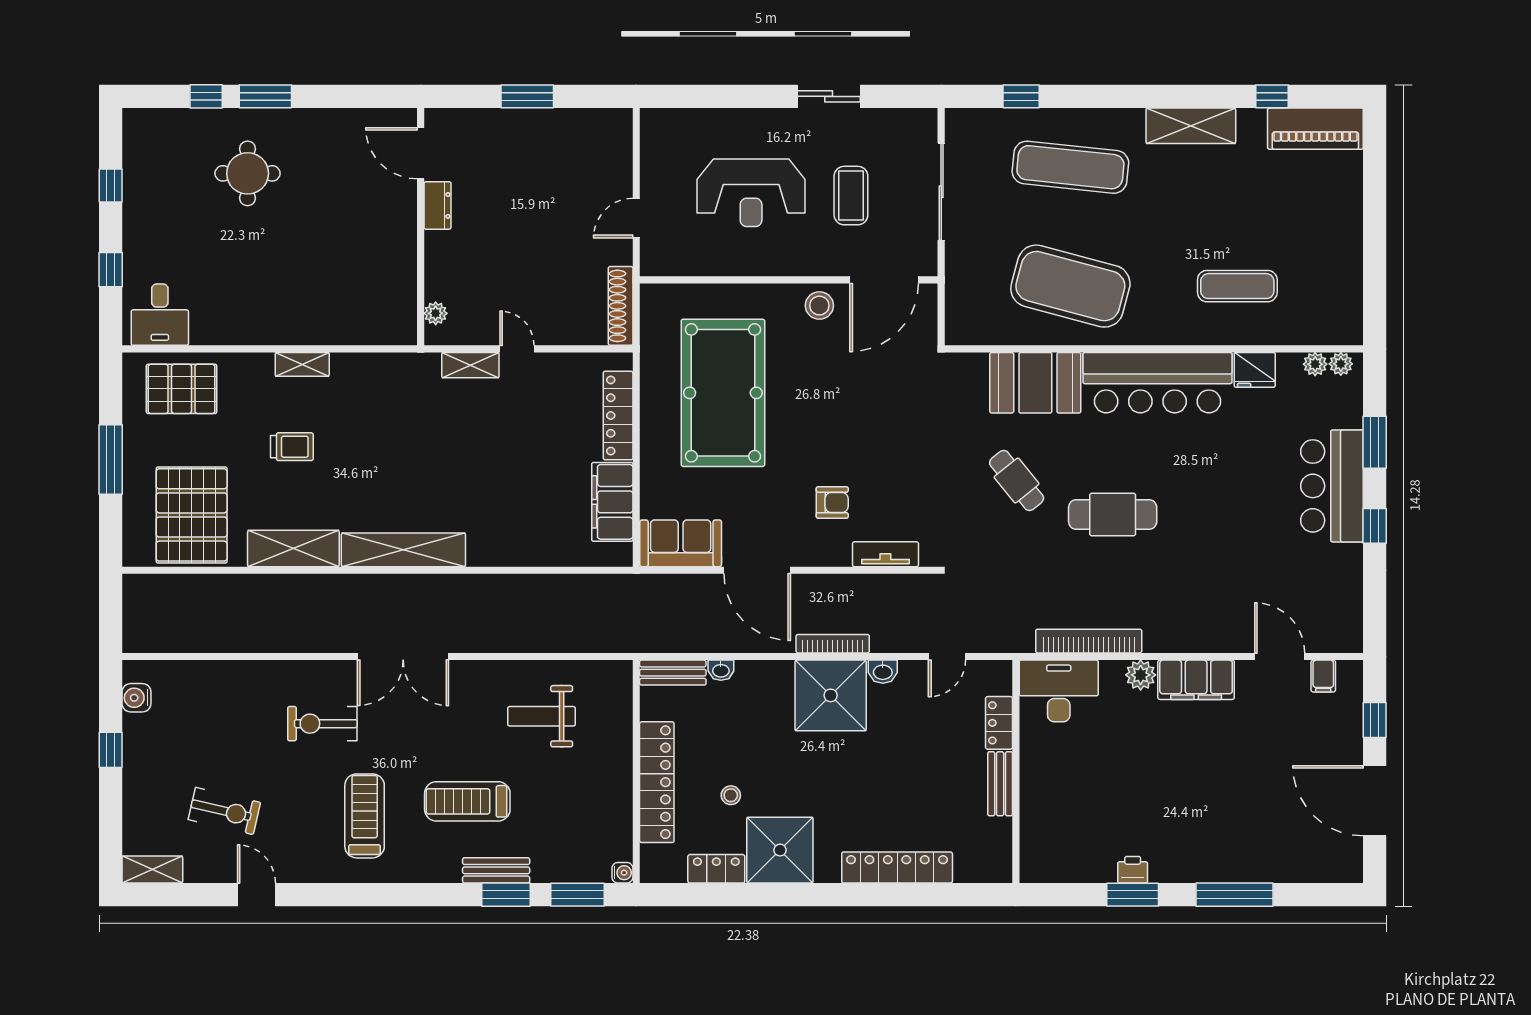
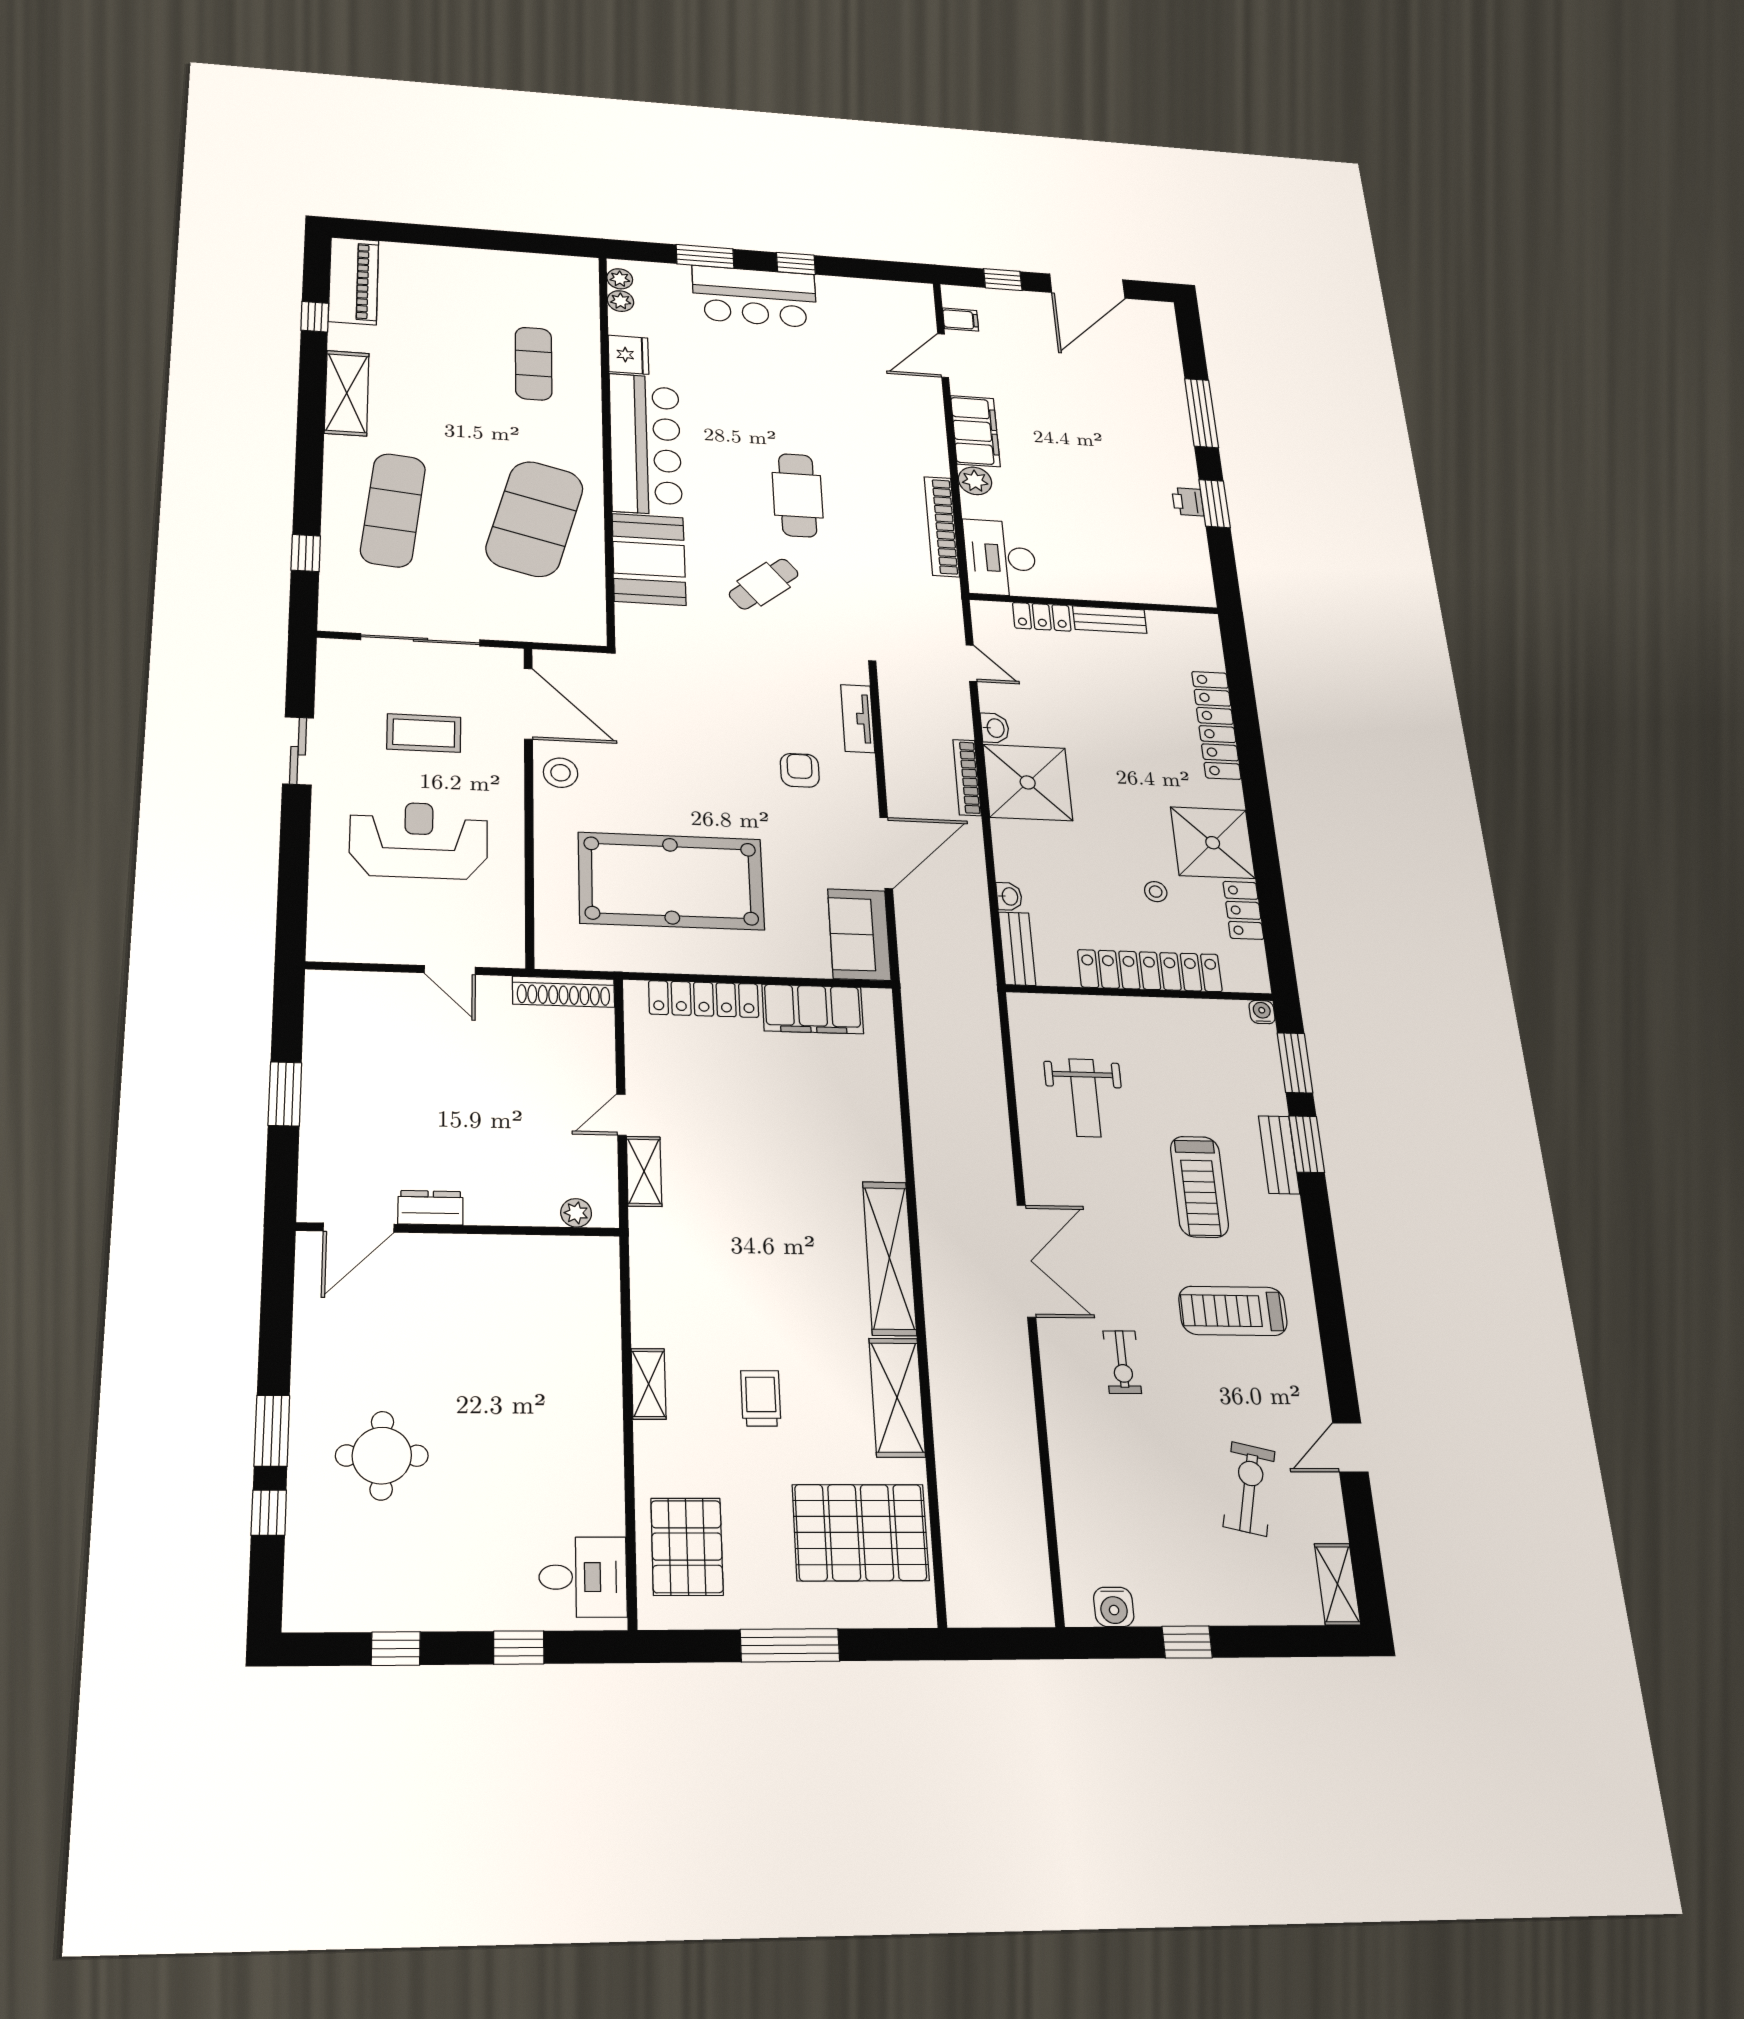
reception desk: (751, 193) -> (419, 840), turned -90
exercise bike: (322, 724) -> (1122, 1362), width x0.73, depth x0.72

